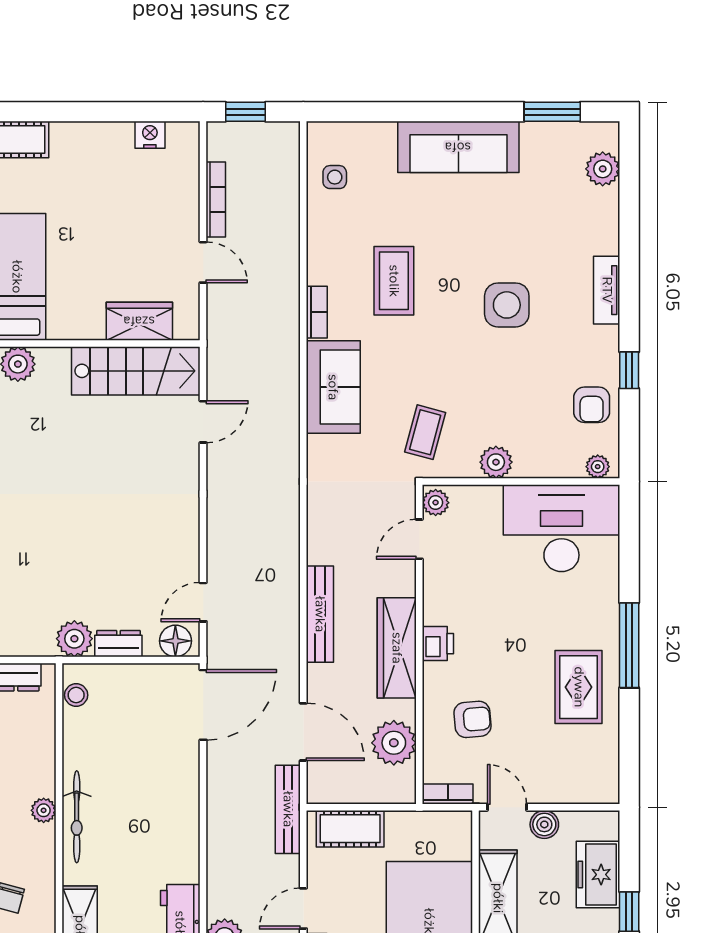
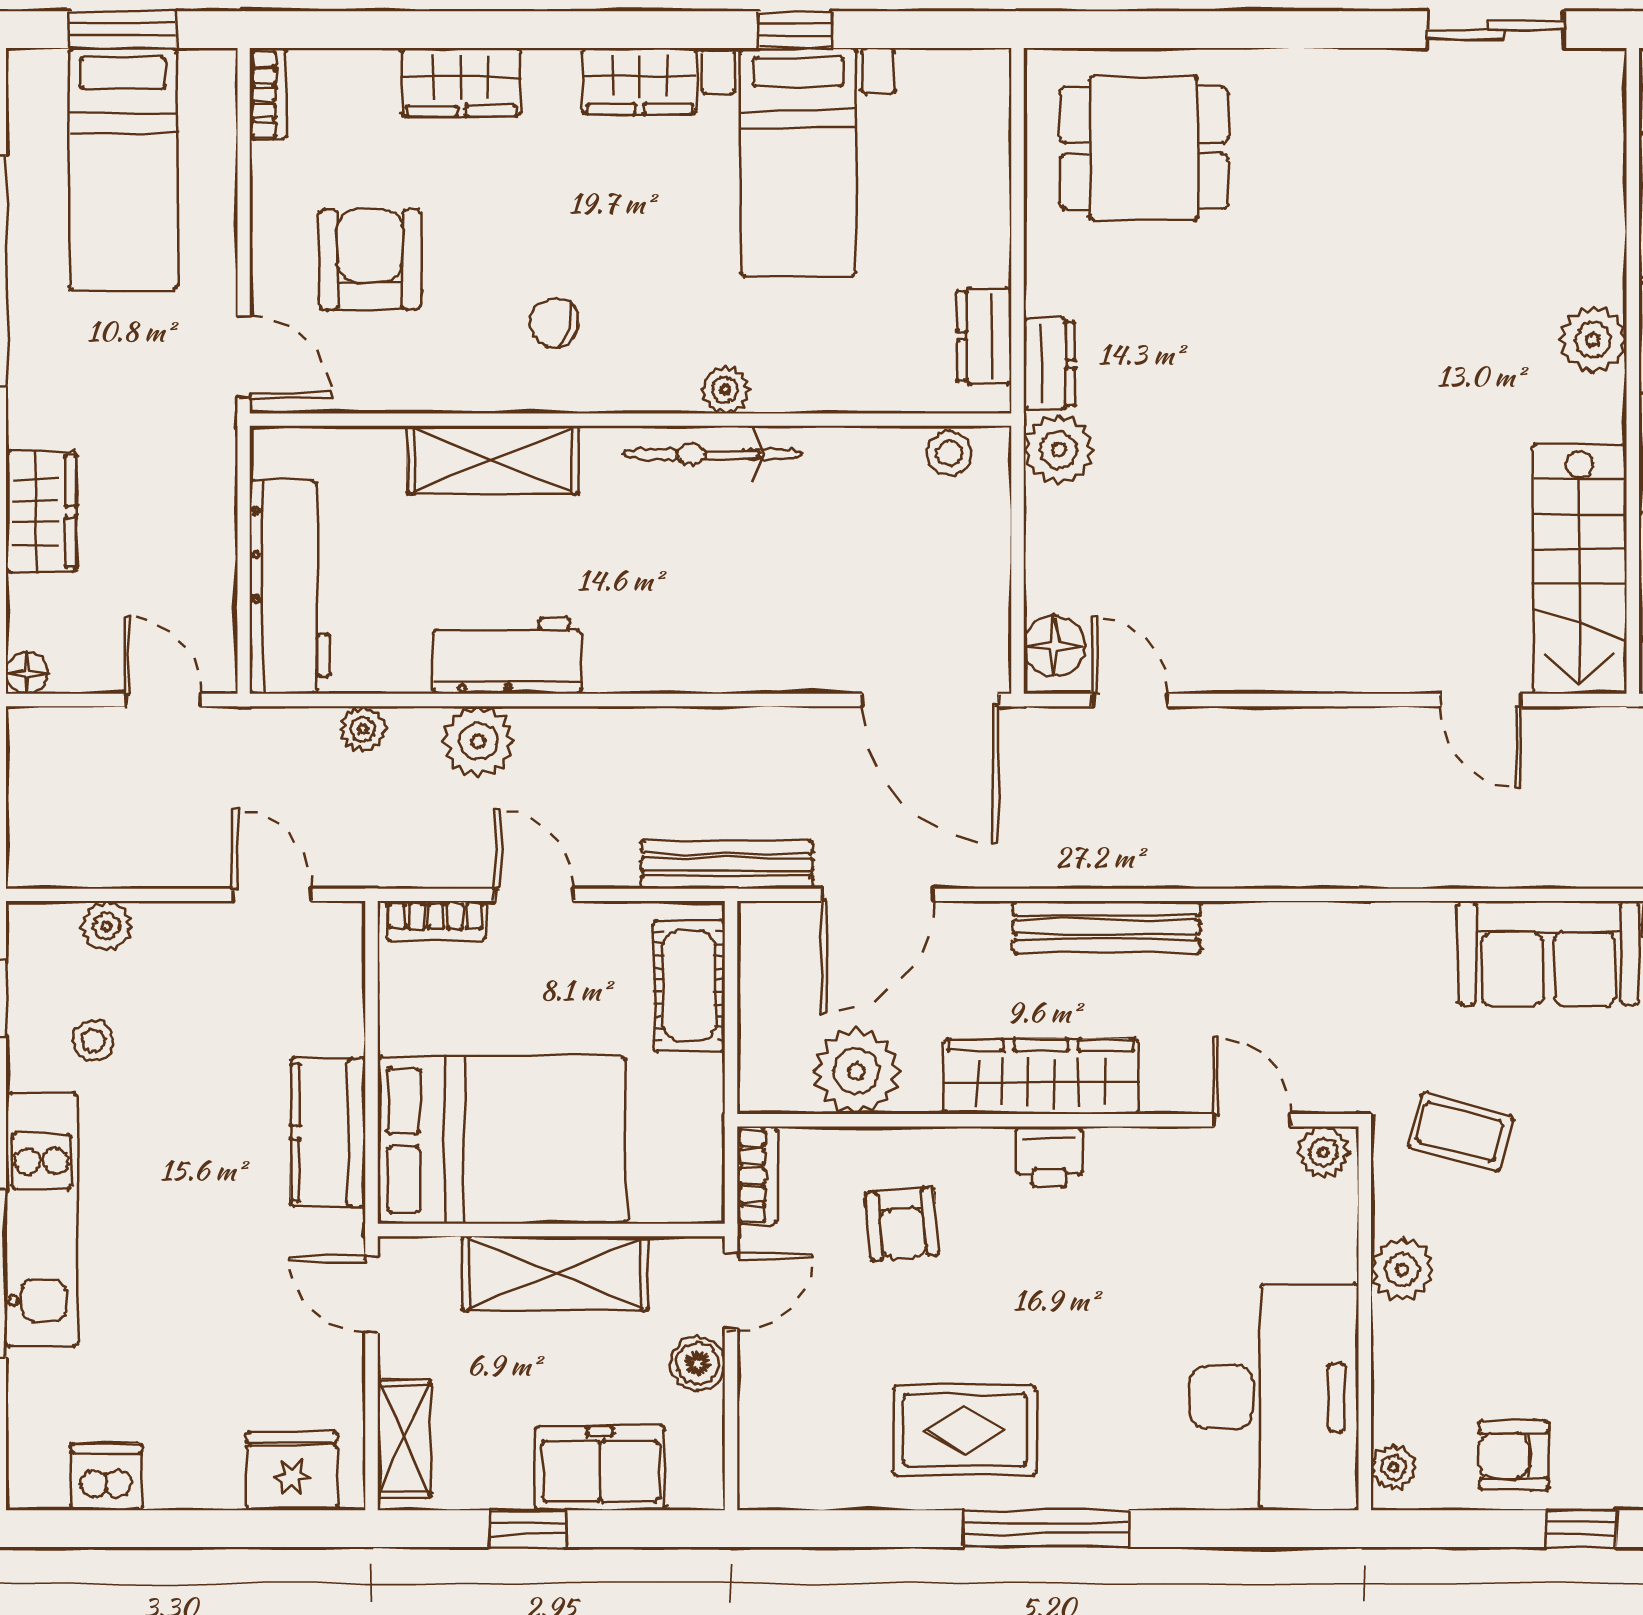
dresser: (118, 644) -> (1049, 364), moved

